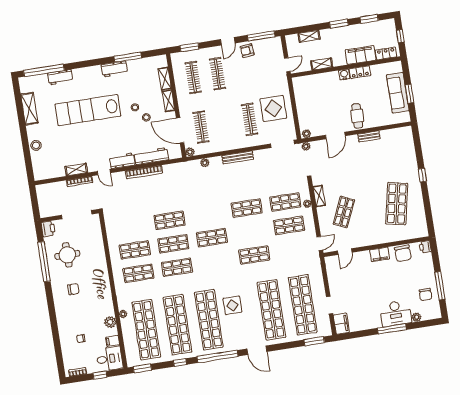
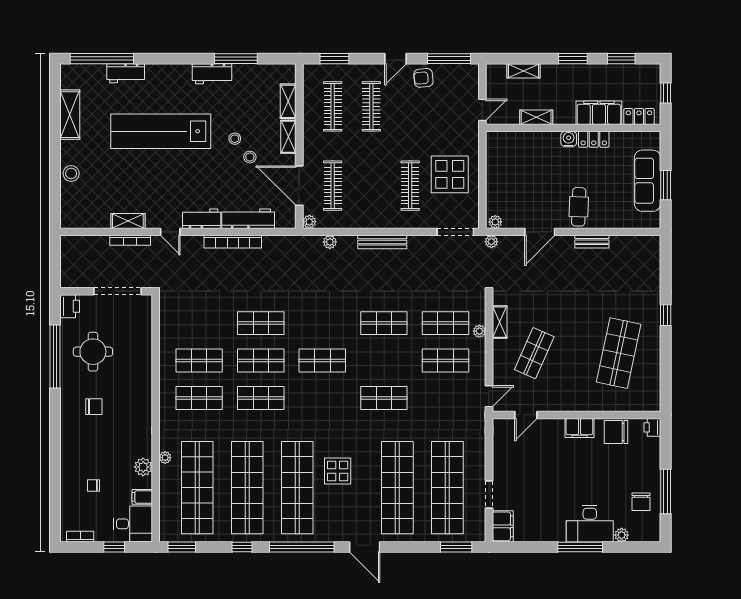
chair: (403, 253) -> (616, 432), turned 92

